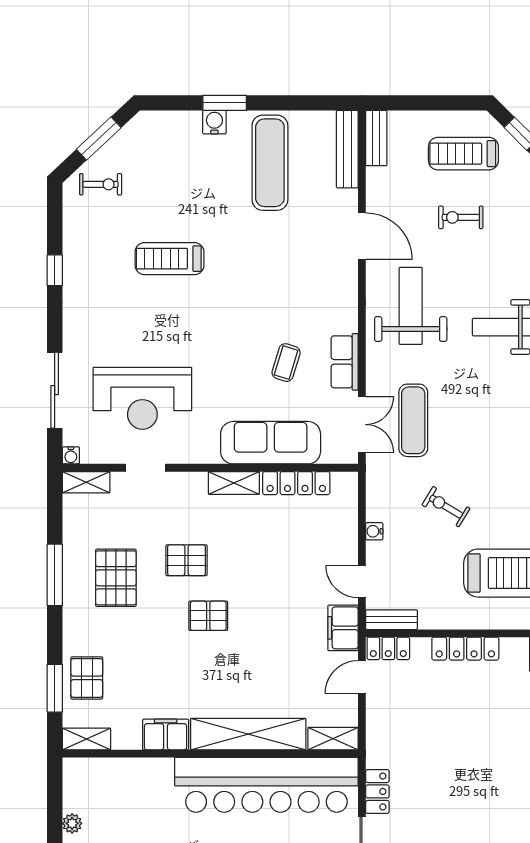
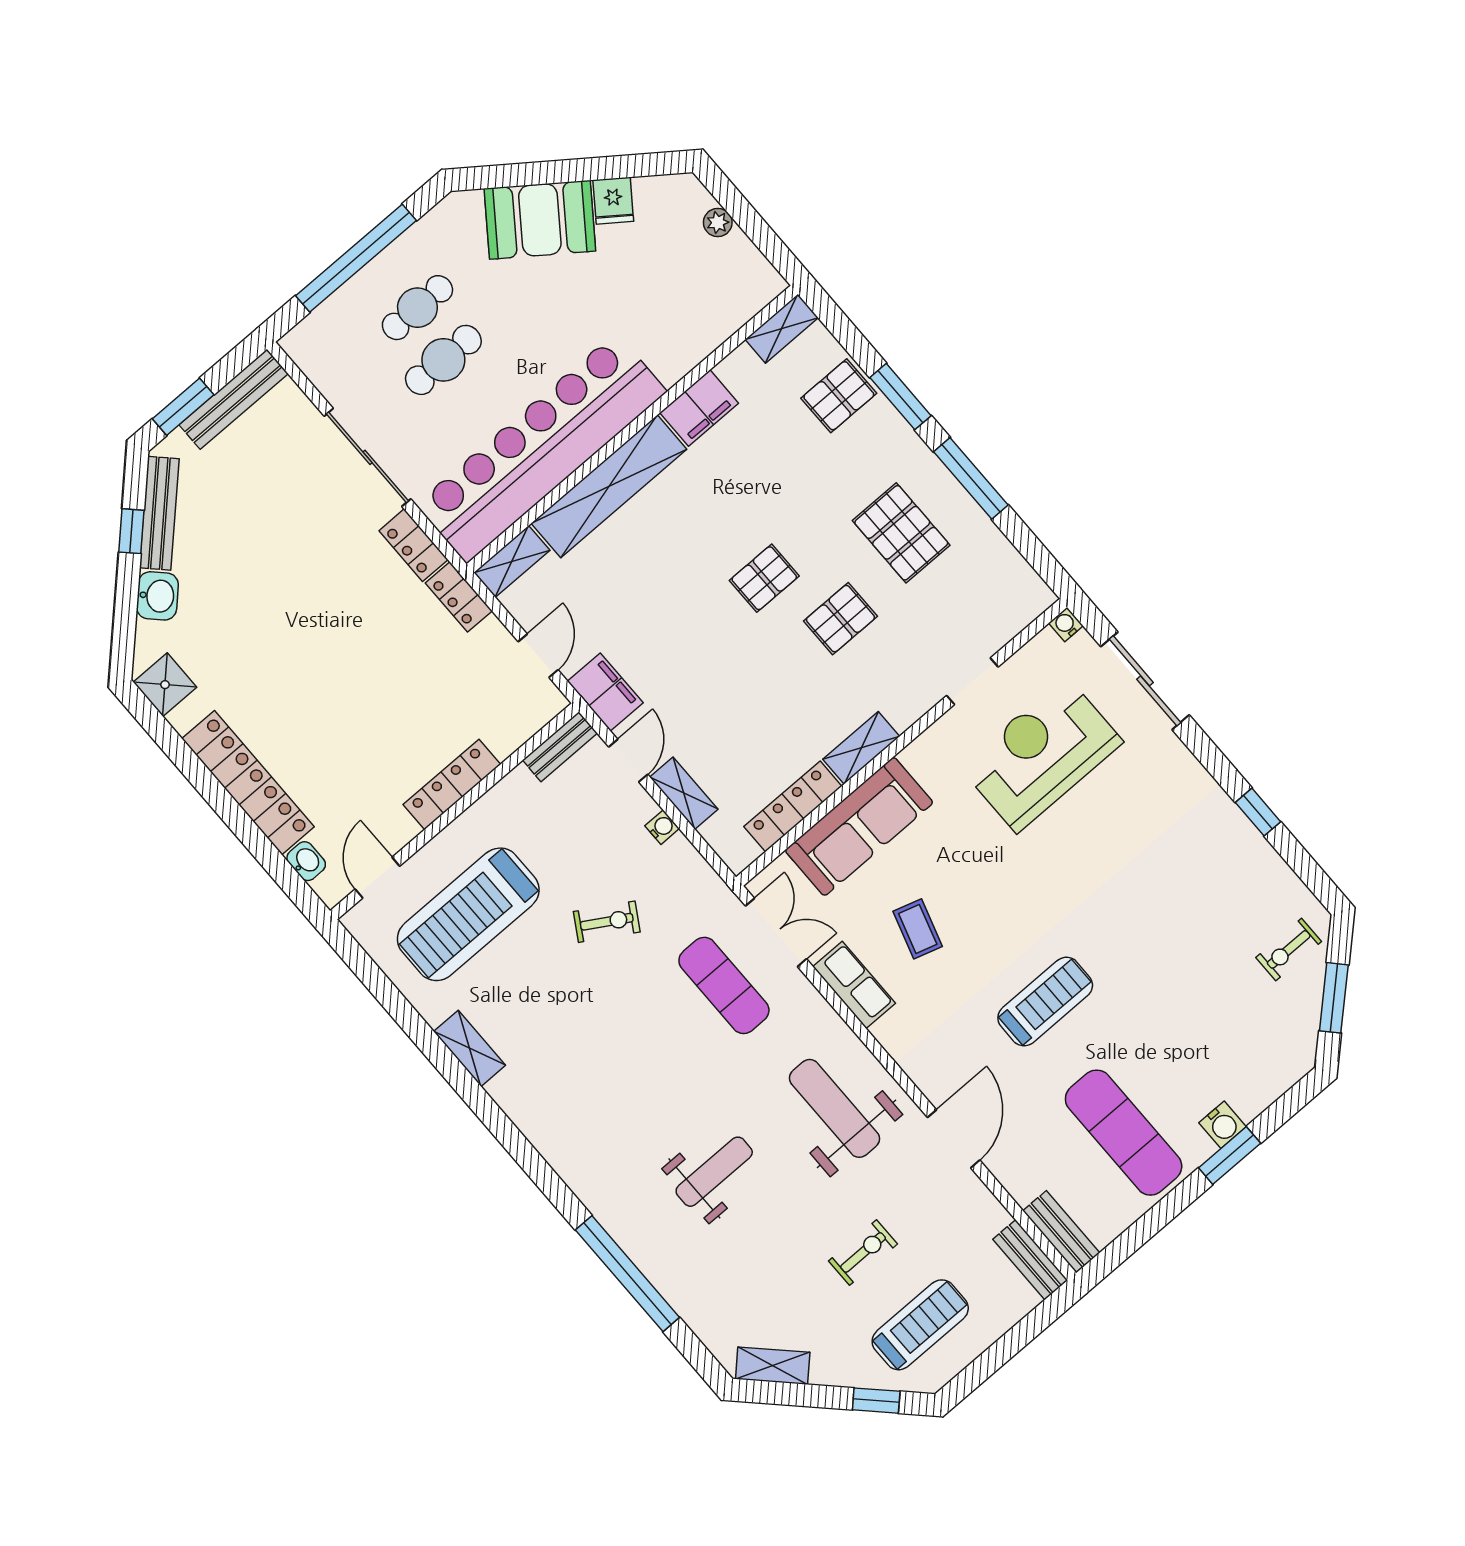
bench: (347, 149) -> (1061, 1232), width x0.73
door: (362, 236) -> (954, 1139), swing flipped
treadmill: (170, 259) -> (1045, 1002), moved
weight bench: (411, 306) -> (834, 1108), turned 180
double door: (362, 425) -> (776, 932), swing flipped
shelving: (86, 482) -> (684, 793), moved, turned 90
door: (362, 581) -> (628, 761), hinge flipped
locker: (388, 648) -> (459, 597), moved, turned -90
pallet: (87, 678) -> (839, 396), turned 90
window: (55, 688) -> (901, 397), moved

